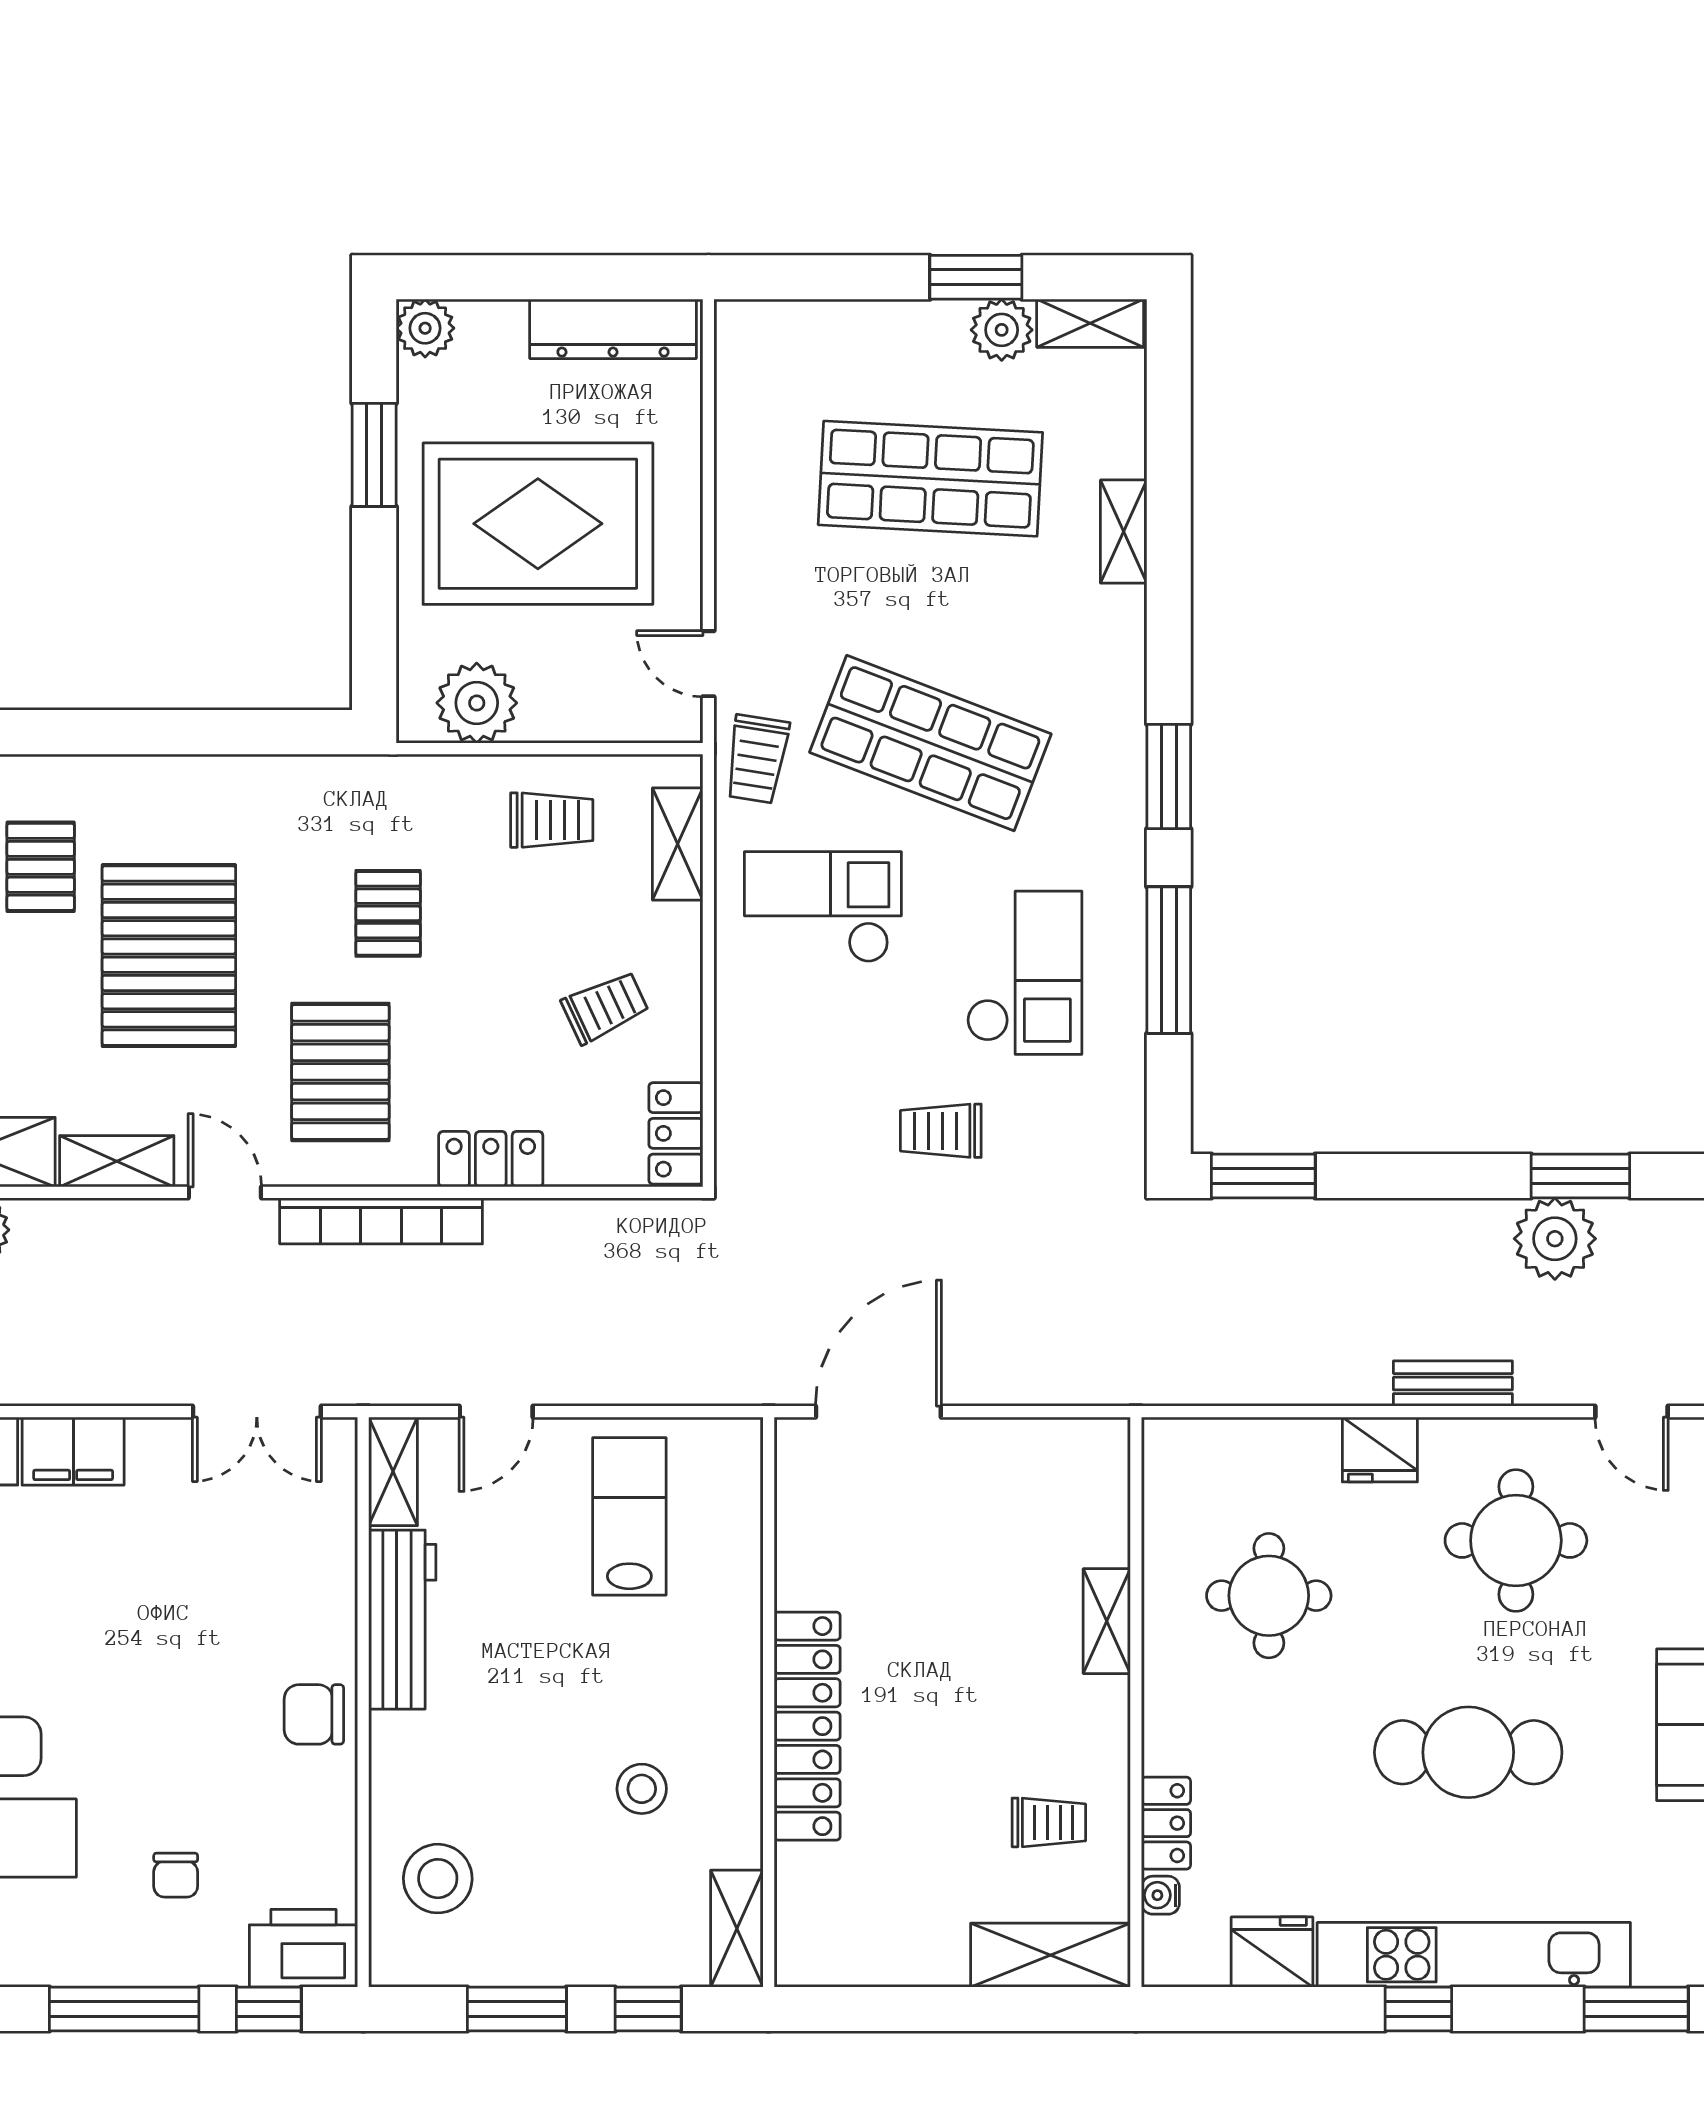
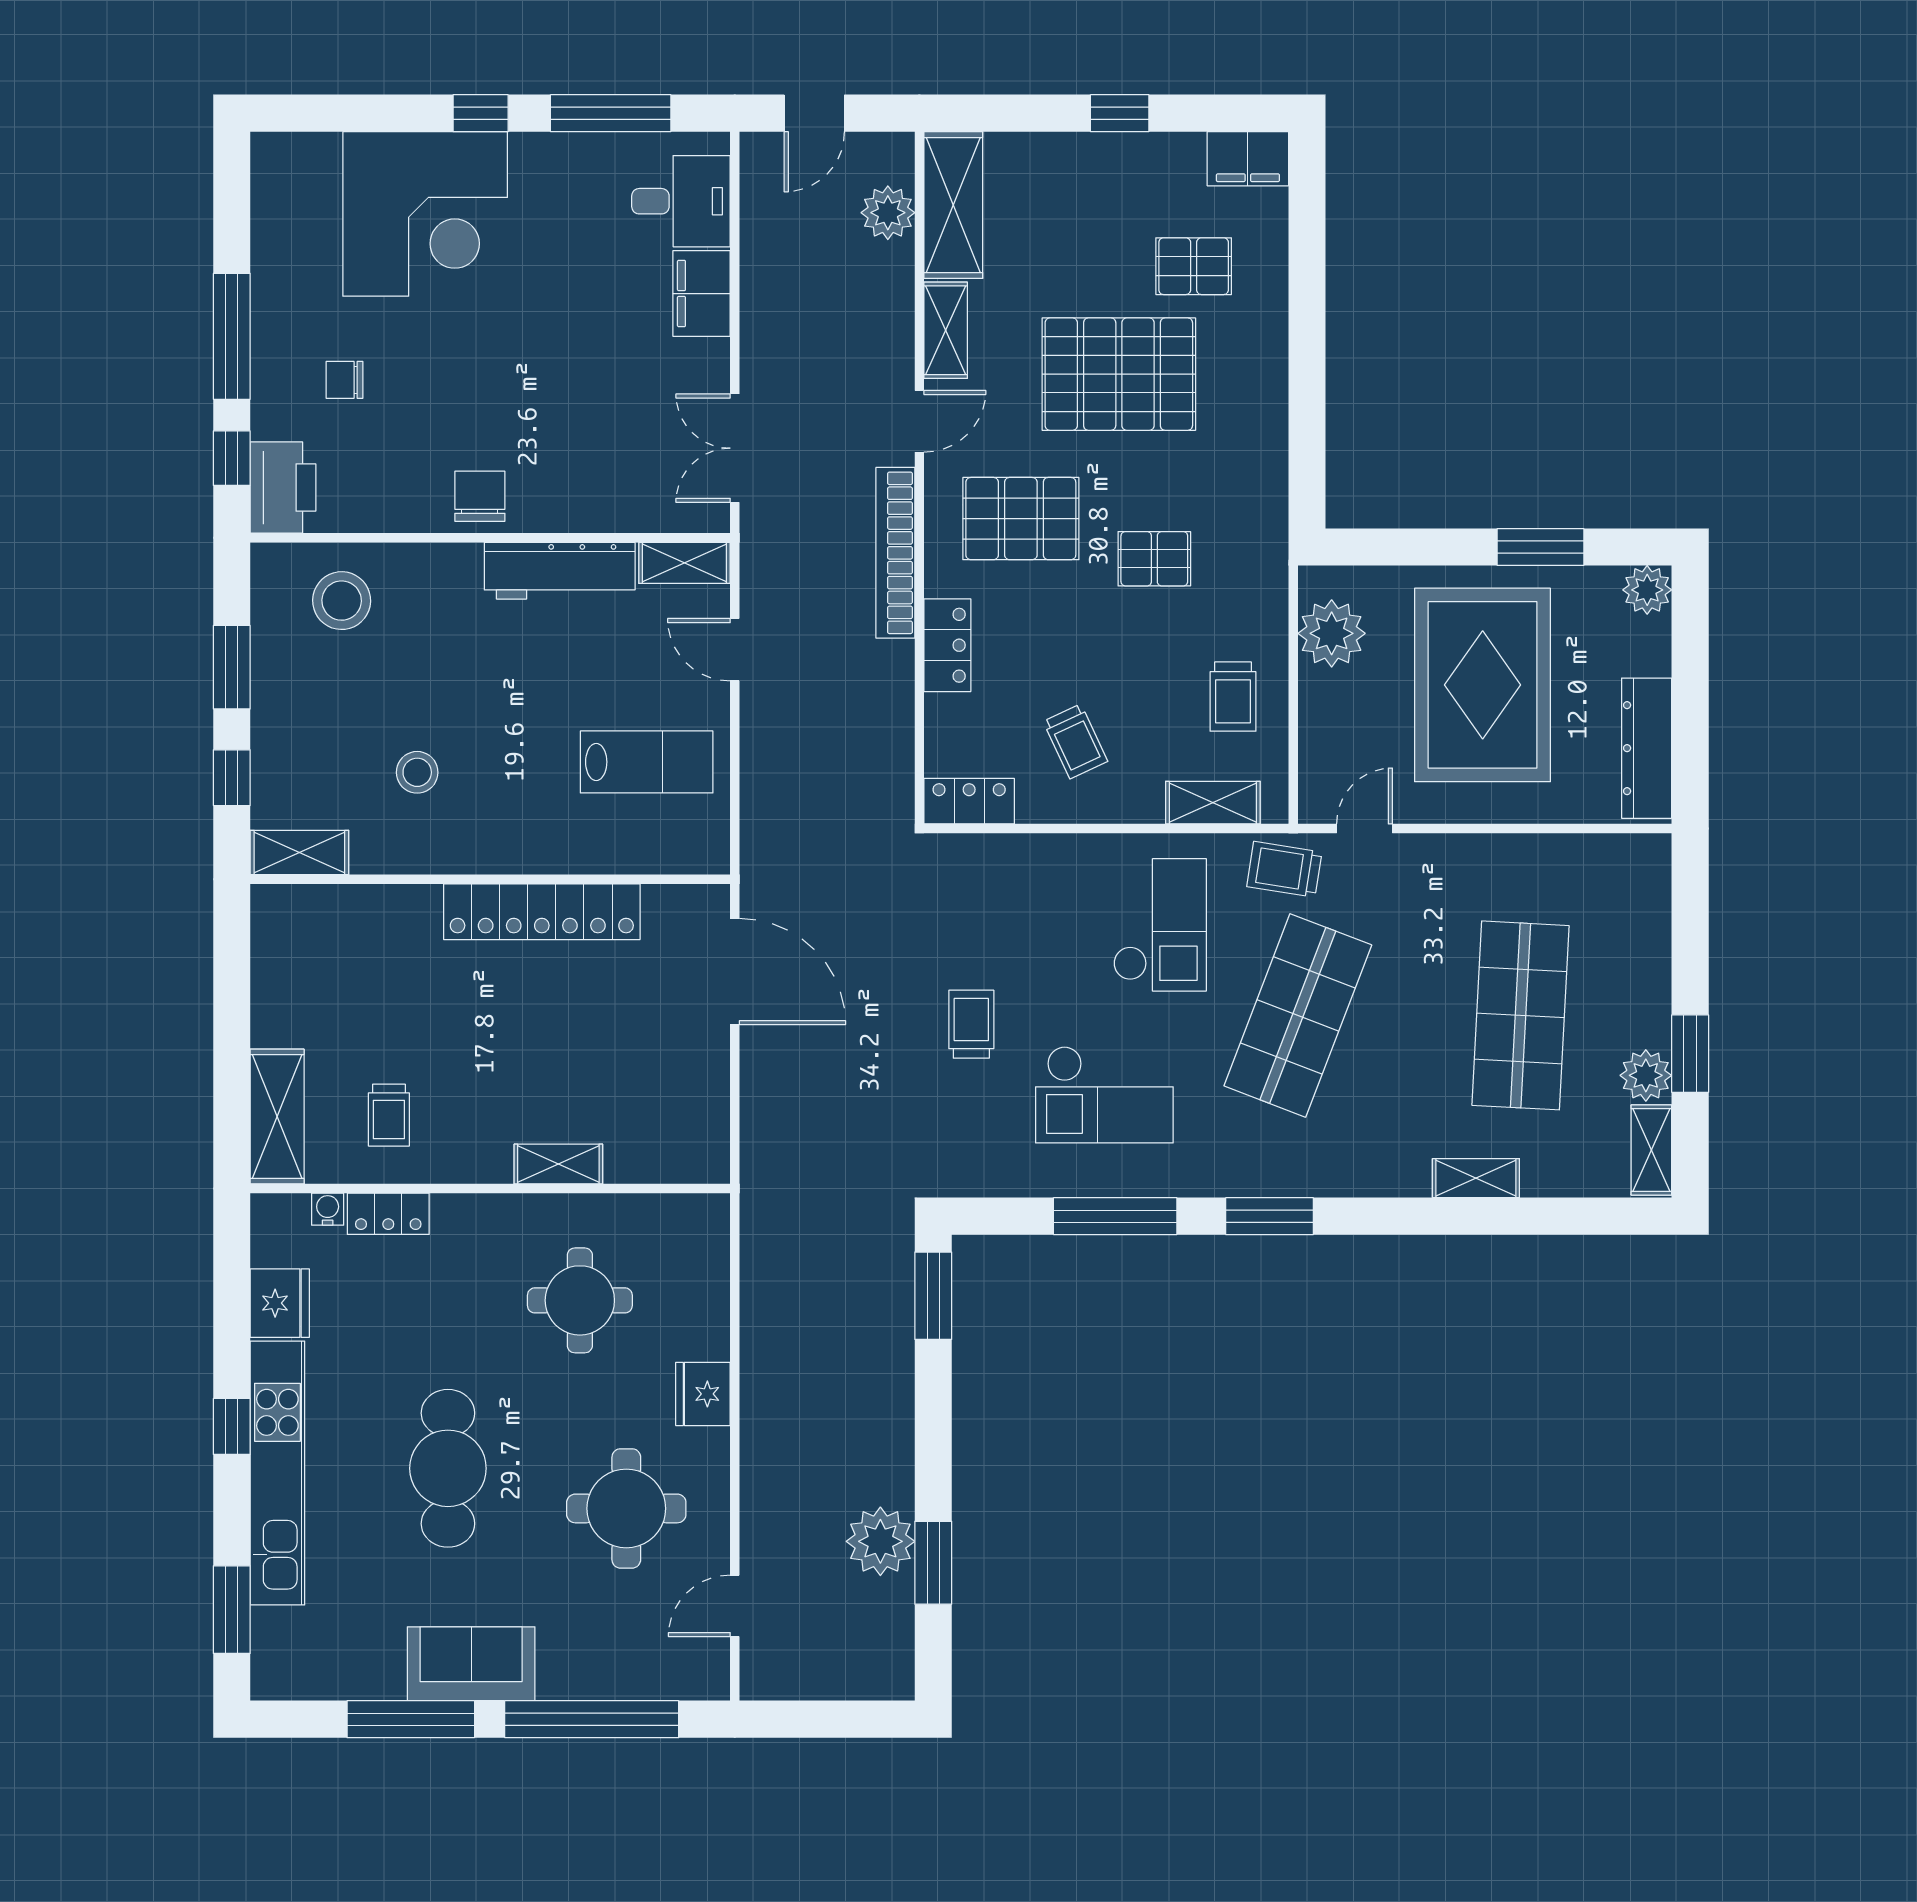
bench: (1453, 1384) -> (758, 1455), removed
locker: (807, 1726) -> (542, 912), moved

